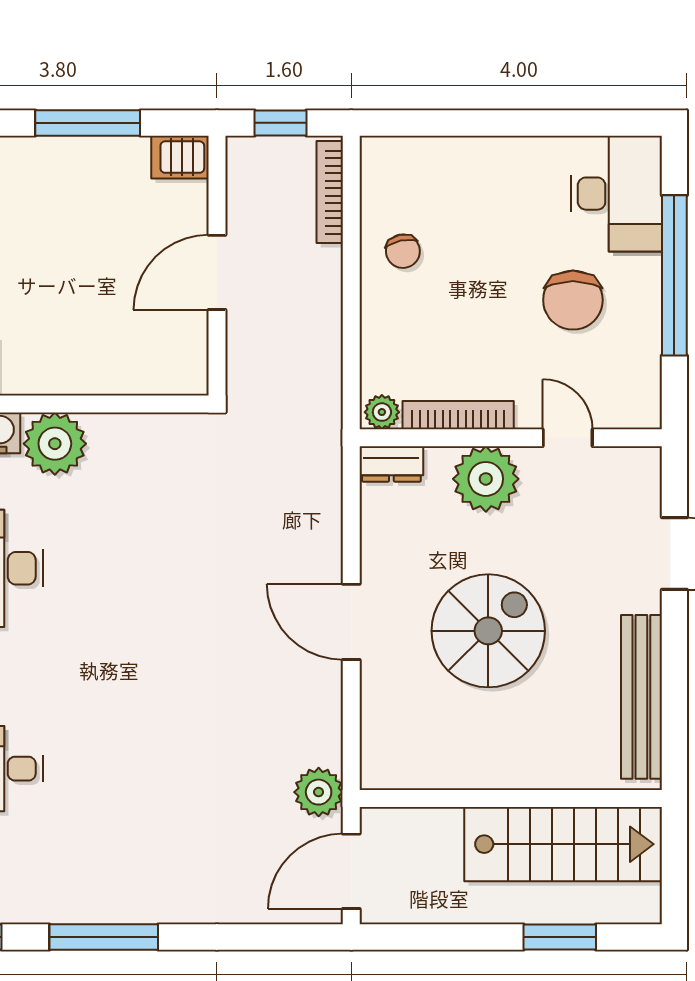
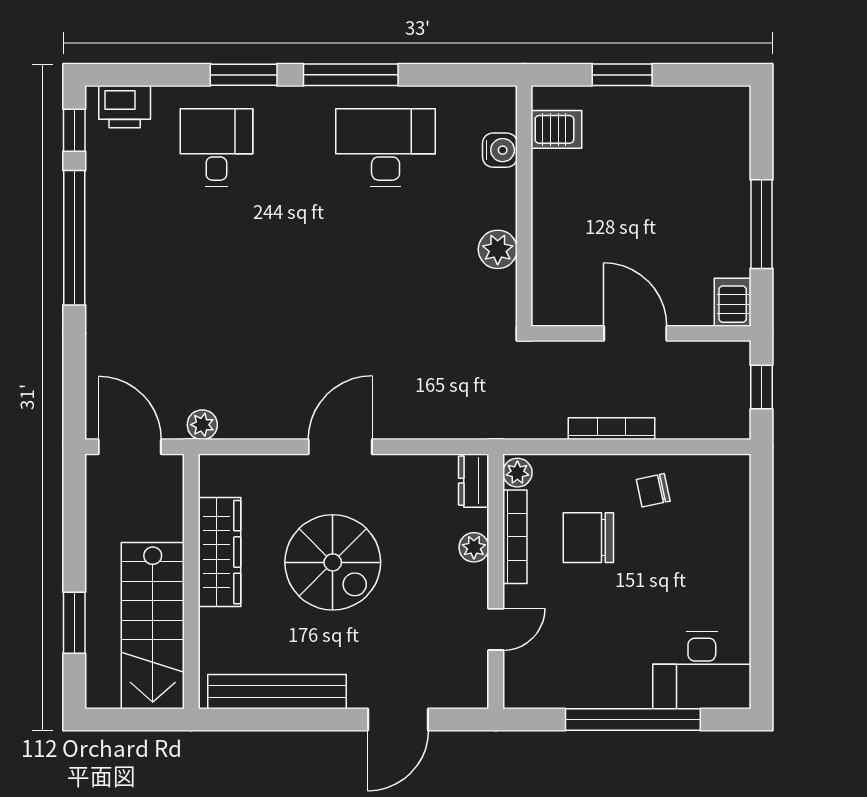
bookcase: (330, 192) -> (611, 429), moved
chair: (573, 300) -> (588, 538), moved
plant: (55, 444) -> (498, 249), moved, width x0.73, depth x0.73
plant: (486, 479) -> (474, 547), width x0.53, depth x0.53
wardrobe: (476, 765) -> (219, 552), added
plant: (319, 792) -> (202, 425), width x0.73, depth x0.73
window: (104, 937) -> (74, 238), width x1.46

